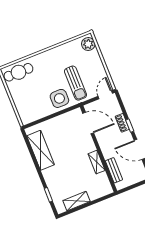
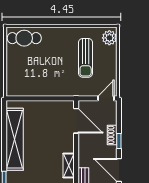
sun lounger: (76, 83) -> (86, 58), moved
side table: (59, 98) -> (56, 83), removed
shelving: (41, 150) -> (15, 139), width x1.47

